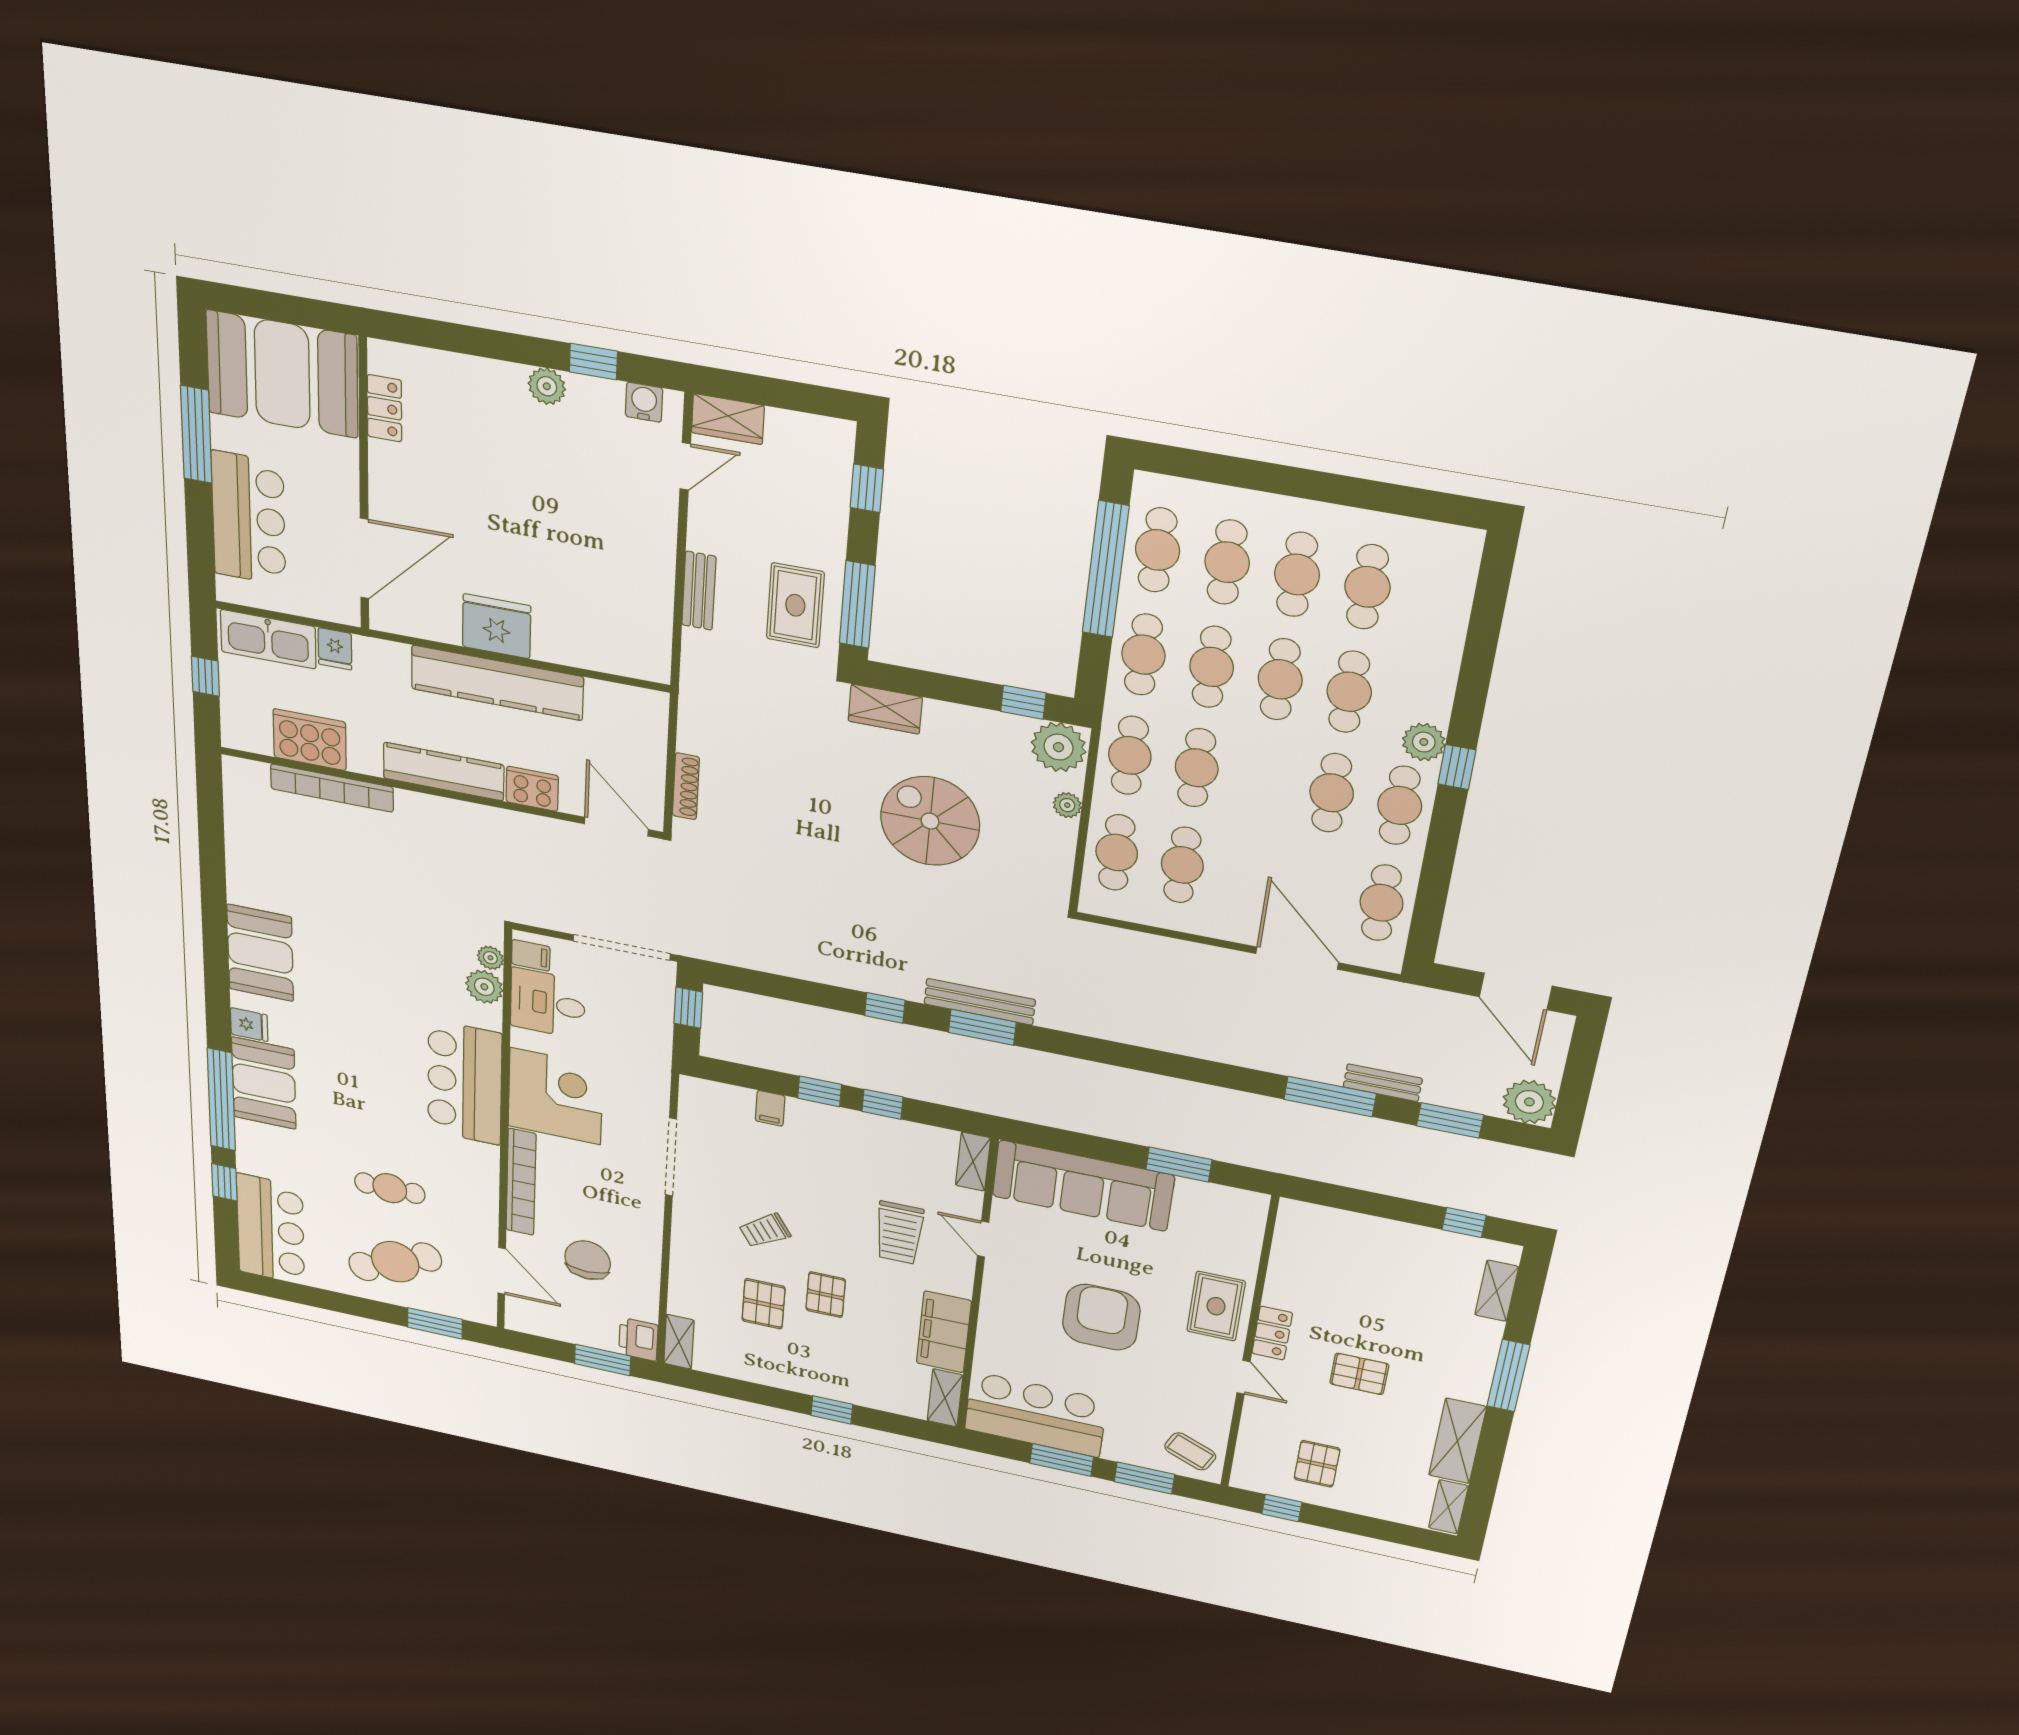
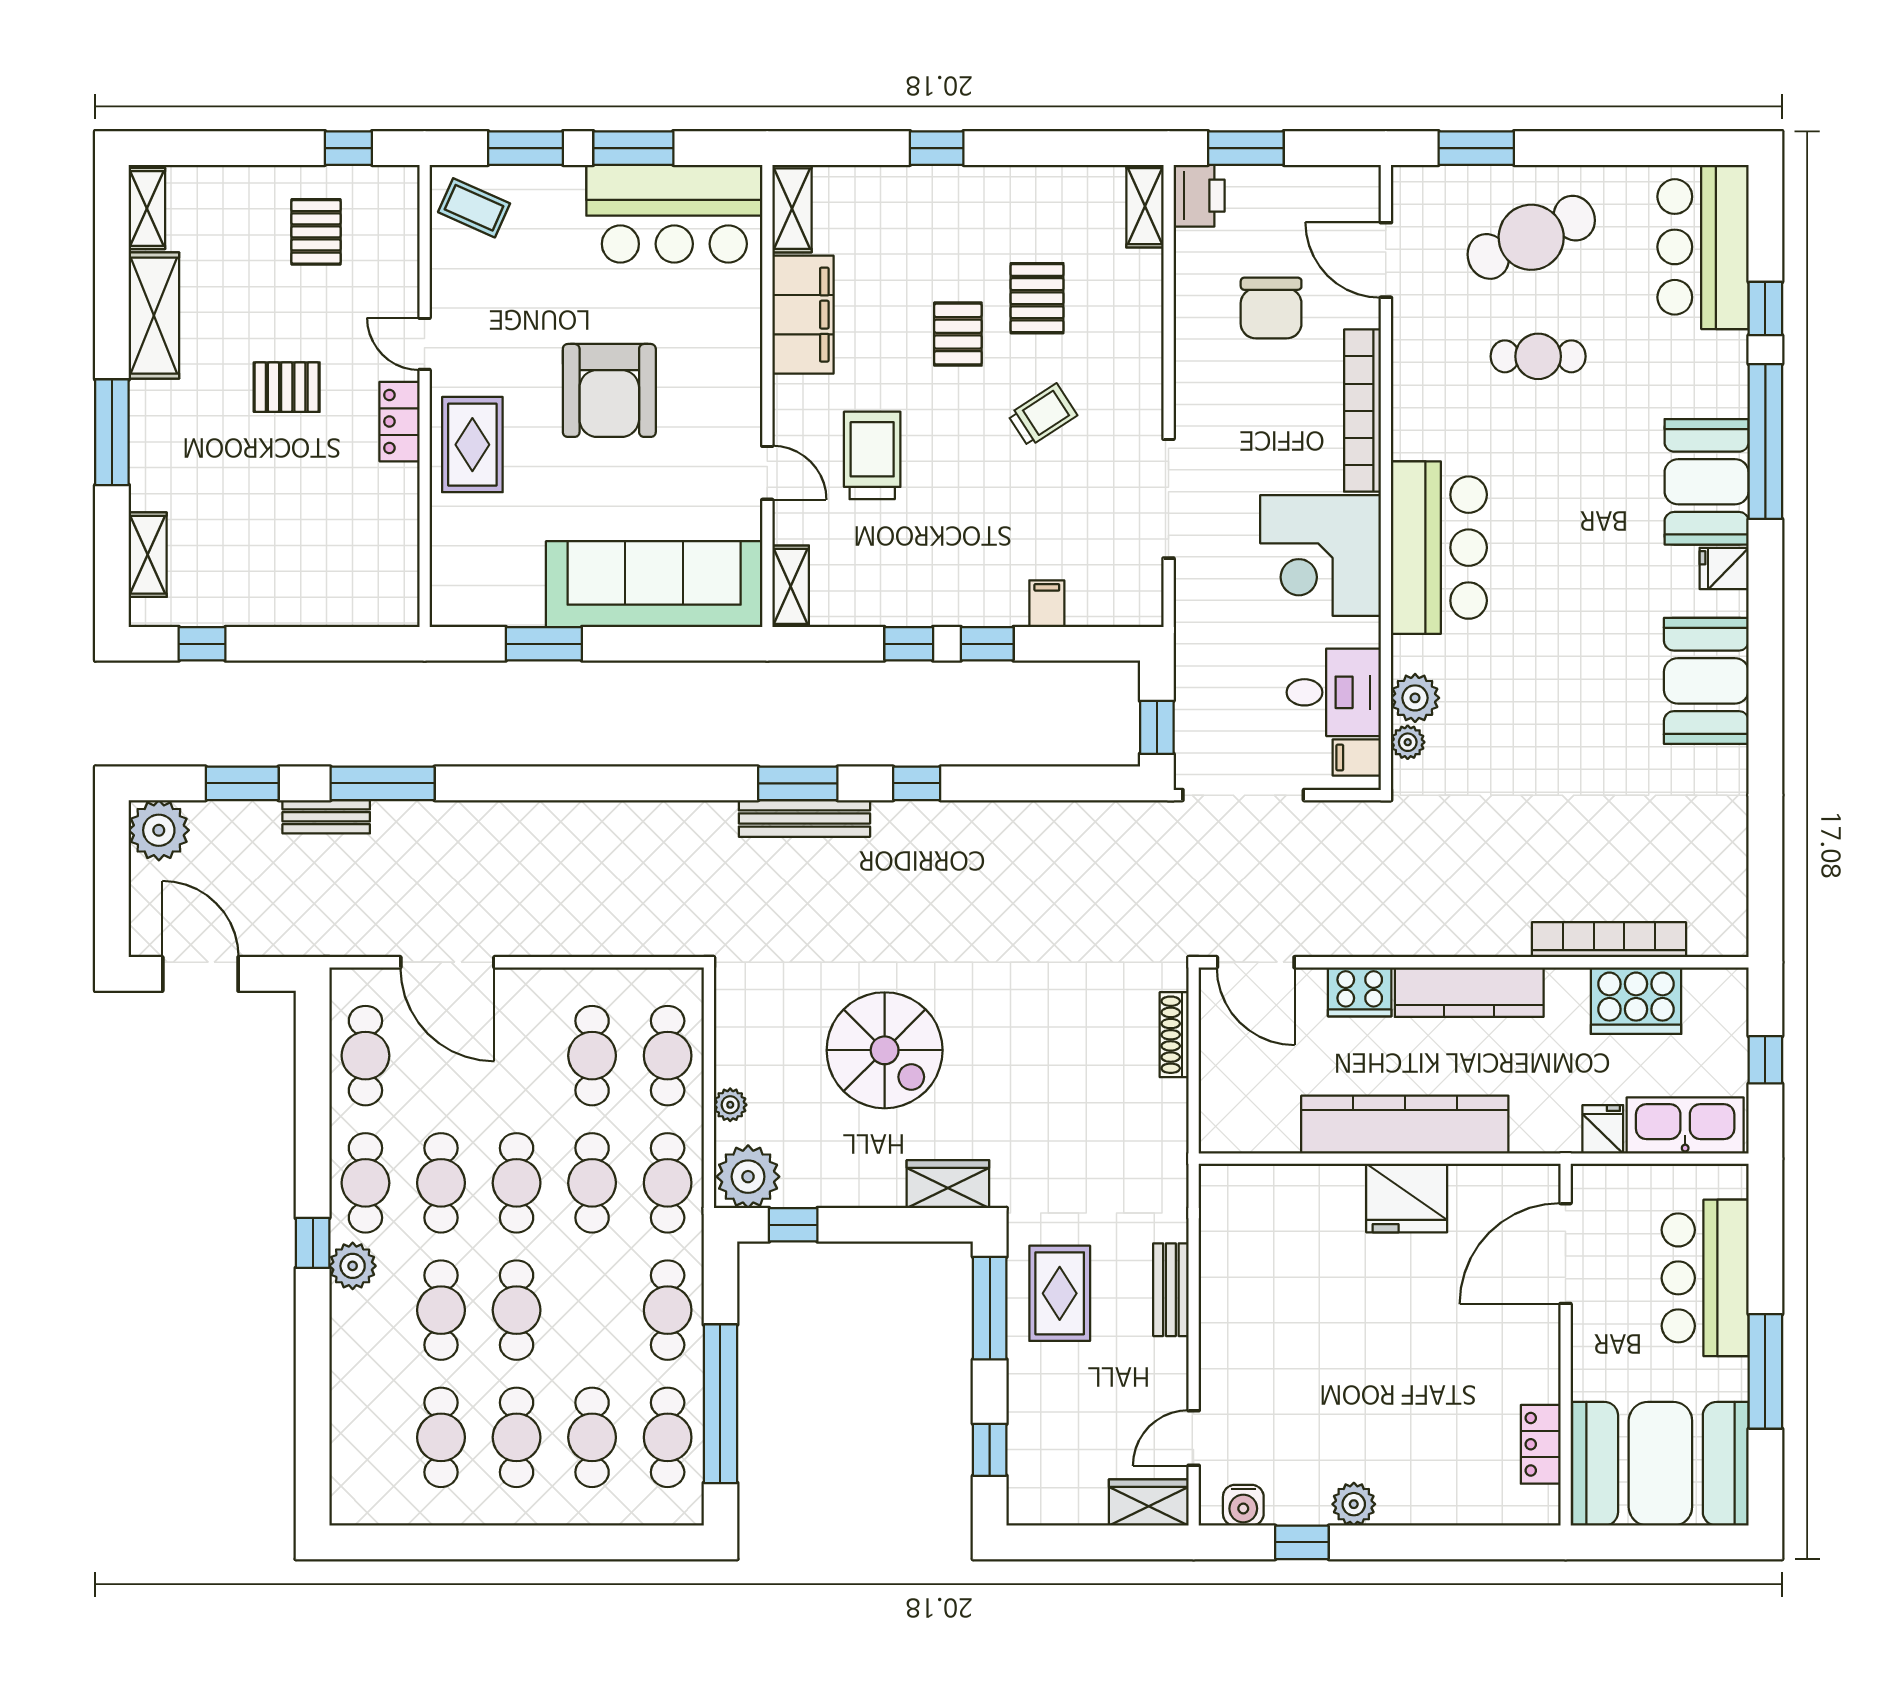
cafe table: (1212, 667) -> (517, 1183), moved

